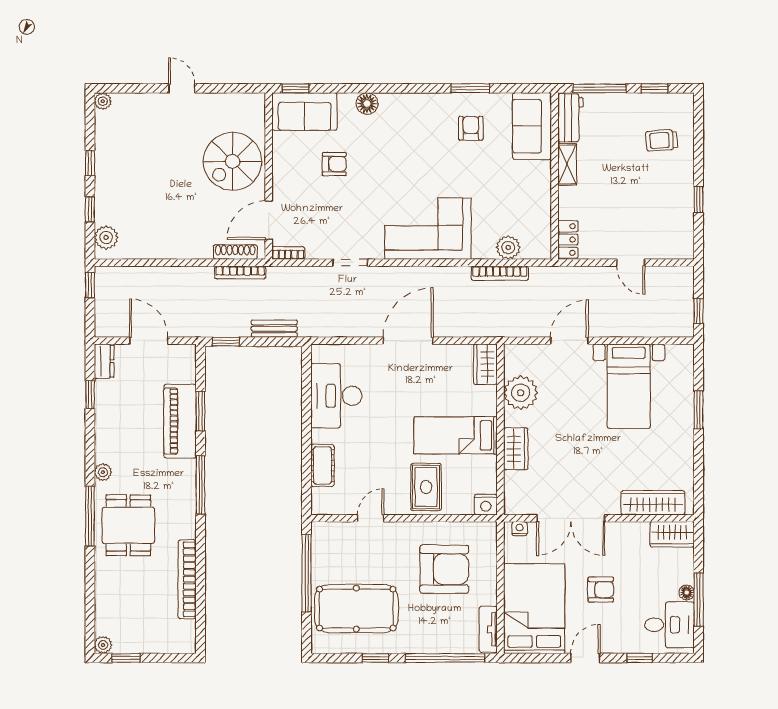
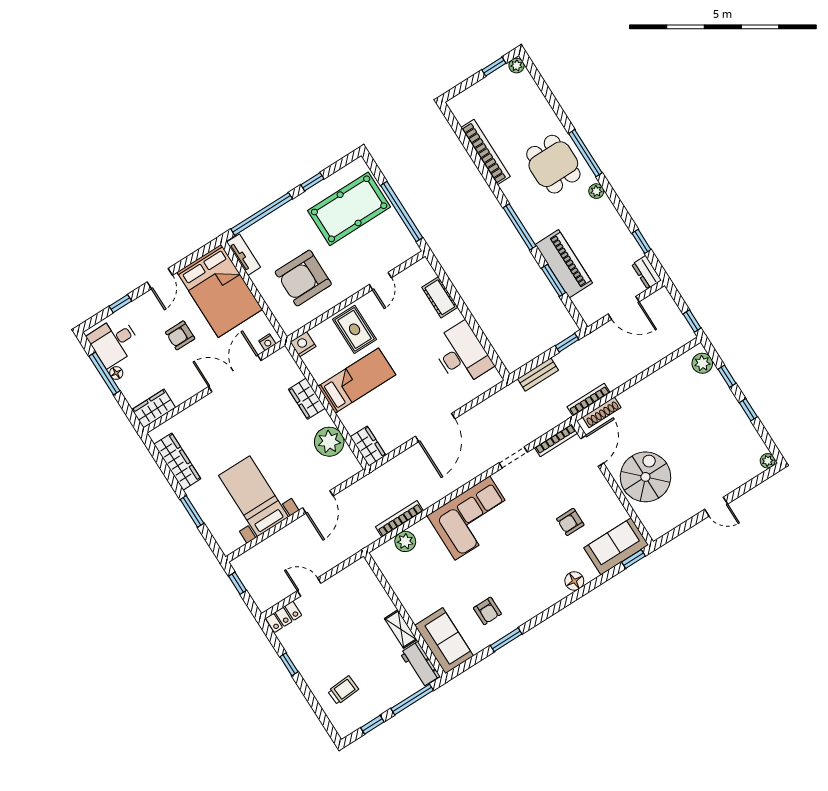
locker: (568, 240) -> (284, 617), moved, turned -90
bookcase: (288, 253) -> (556, 440), width x1.56
wardrobe: (653, 503) -> (177, 462), moved, turned -90

